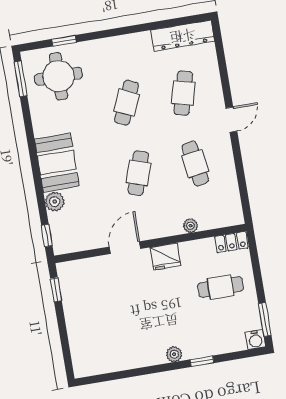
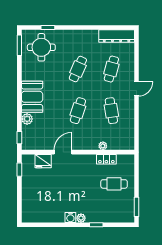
locker: (231, 242) -> (106, 159), moved
fridge: (165, 257) -> (43, 161), moved
water cooler: (255, 340) -> (70, 217), moved

